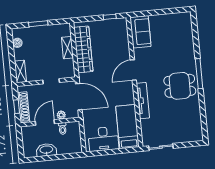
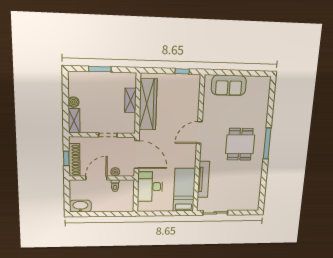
sofa: (140, 32) -> (229, 85), moved, turned 90
boiler: (17, 43) -> (74, 102), moved
dining table: (180, 86) -> (240, 144), moved, turned 90
tv unit: (143, 101) -> (203, 179), moved
desk: (103, 139) -> (150, 187), moved, turned 90
washbasin: (46, 150) -> (80, 206), moved

